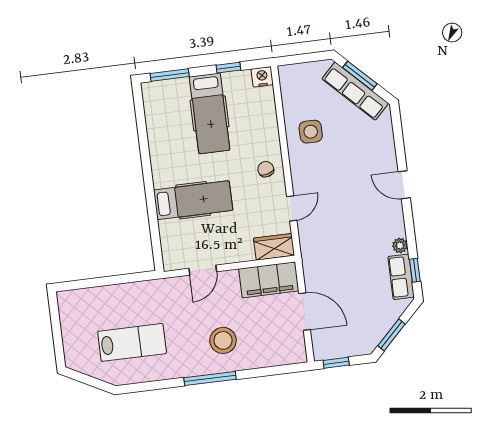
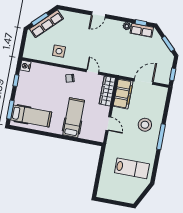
hospital bed: (210, 113) -> (31, 116), moved
wardrobe: (274, 247) -> (107, 91), width x1.50
lab bench: (132, 342) -> (132, 168), turned 90

